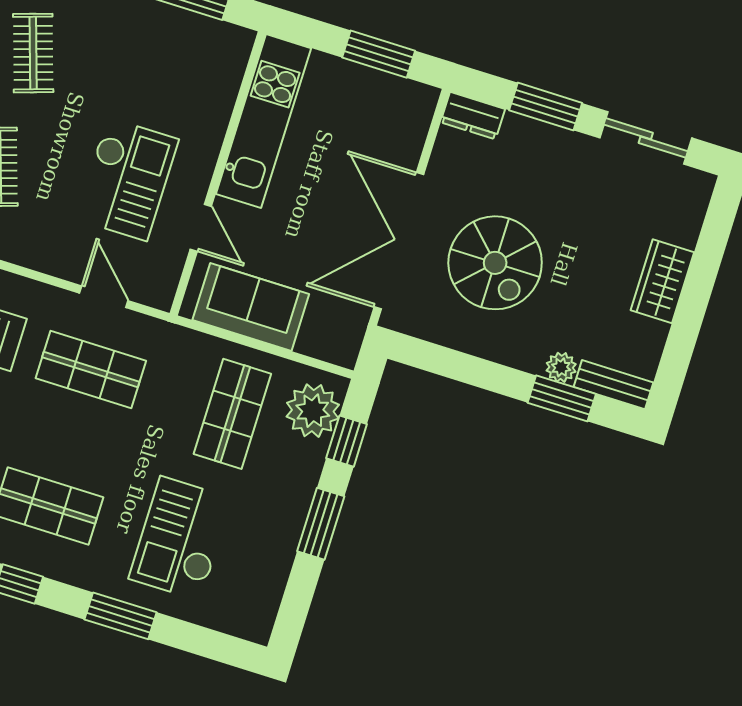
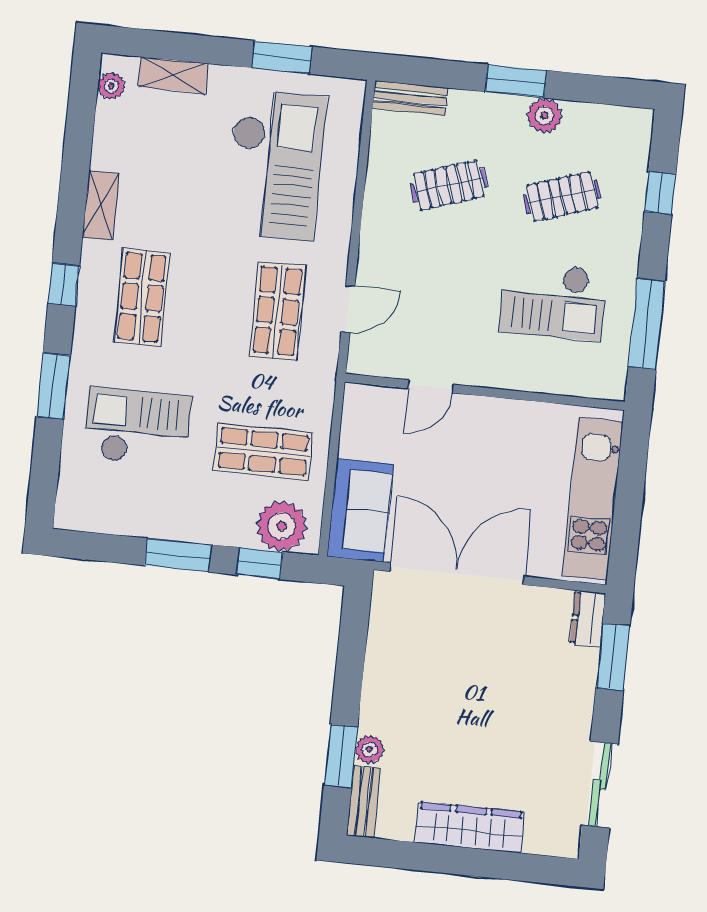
window: (379, 54) -> (627, 519), removed
window: (546, 107) -> (613, 657), moved
kitchen unit: (264, 121) -> (593, 499), moved, turned 90
checkout: (127, 179) -> (553, 301), moved
spiral stairs: (495, 263) -> (455, 668), removed
wardrobe: (662, 281) -> (469, 827), width x1.50
sofa: (251, 307) -> (360, 510), moved

